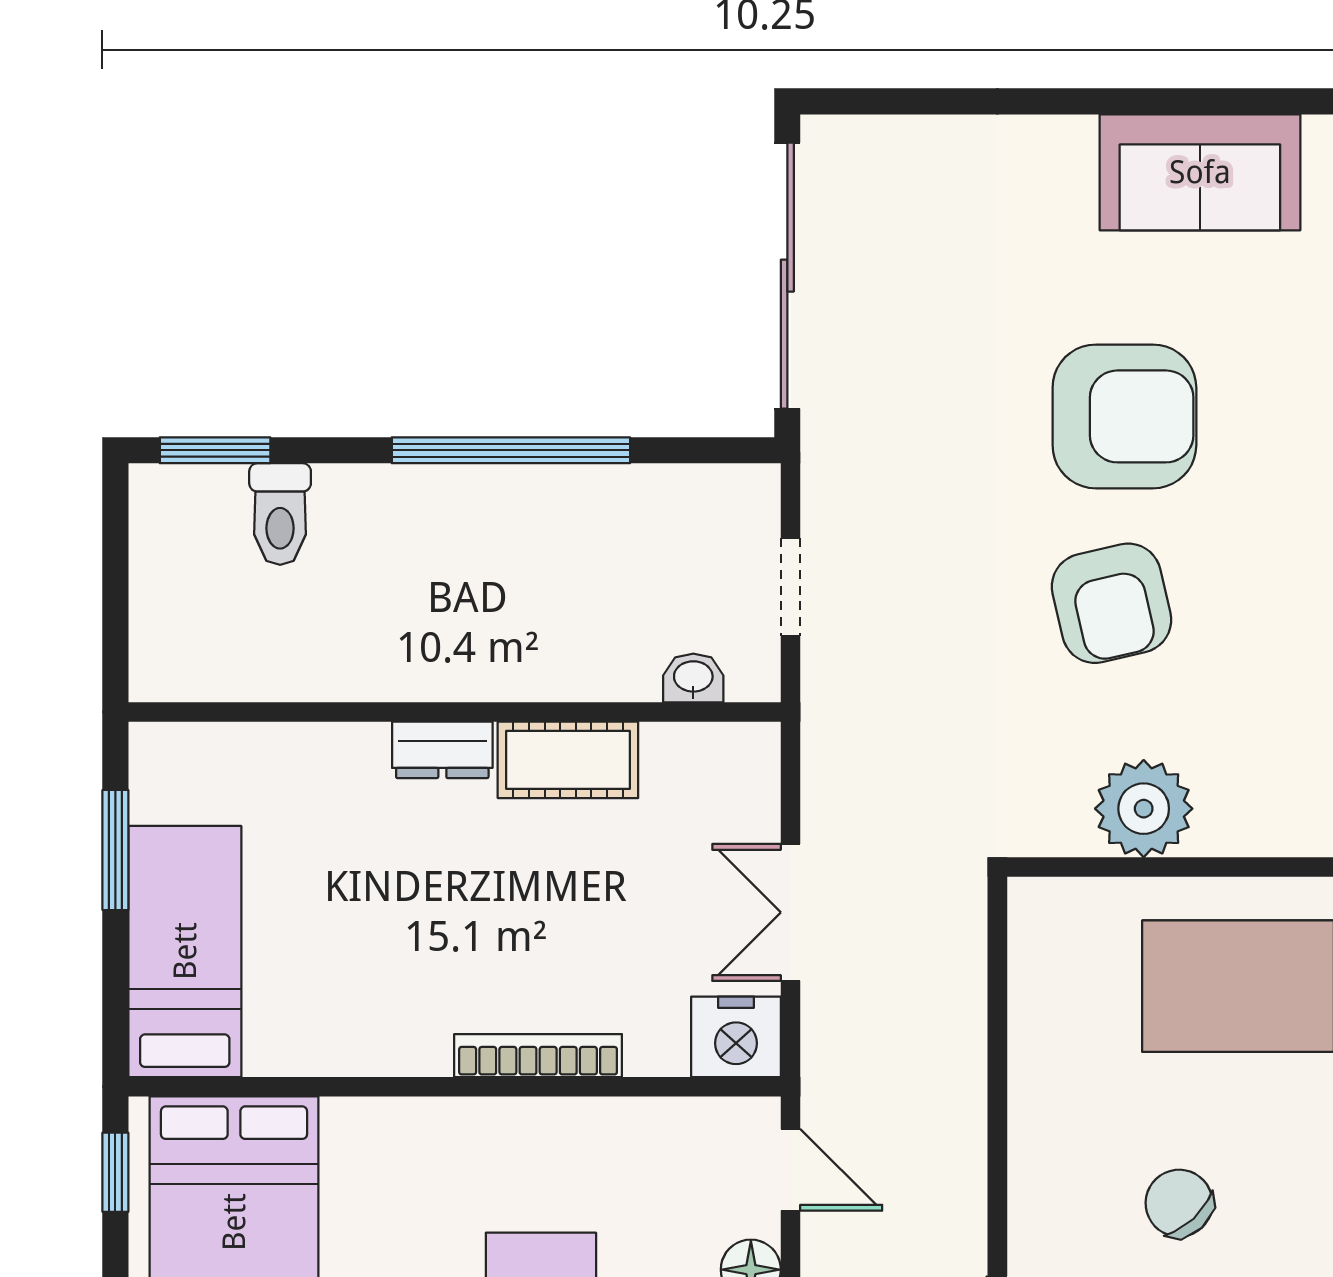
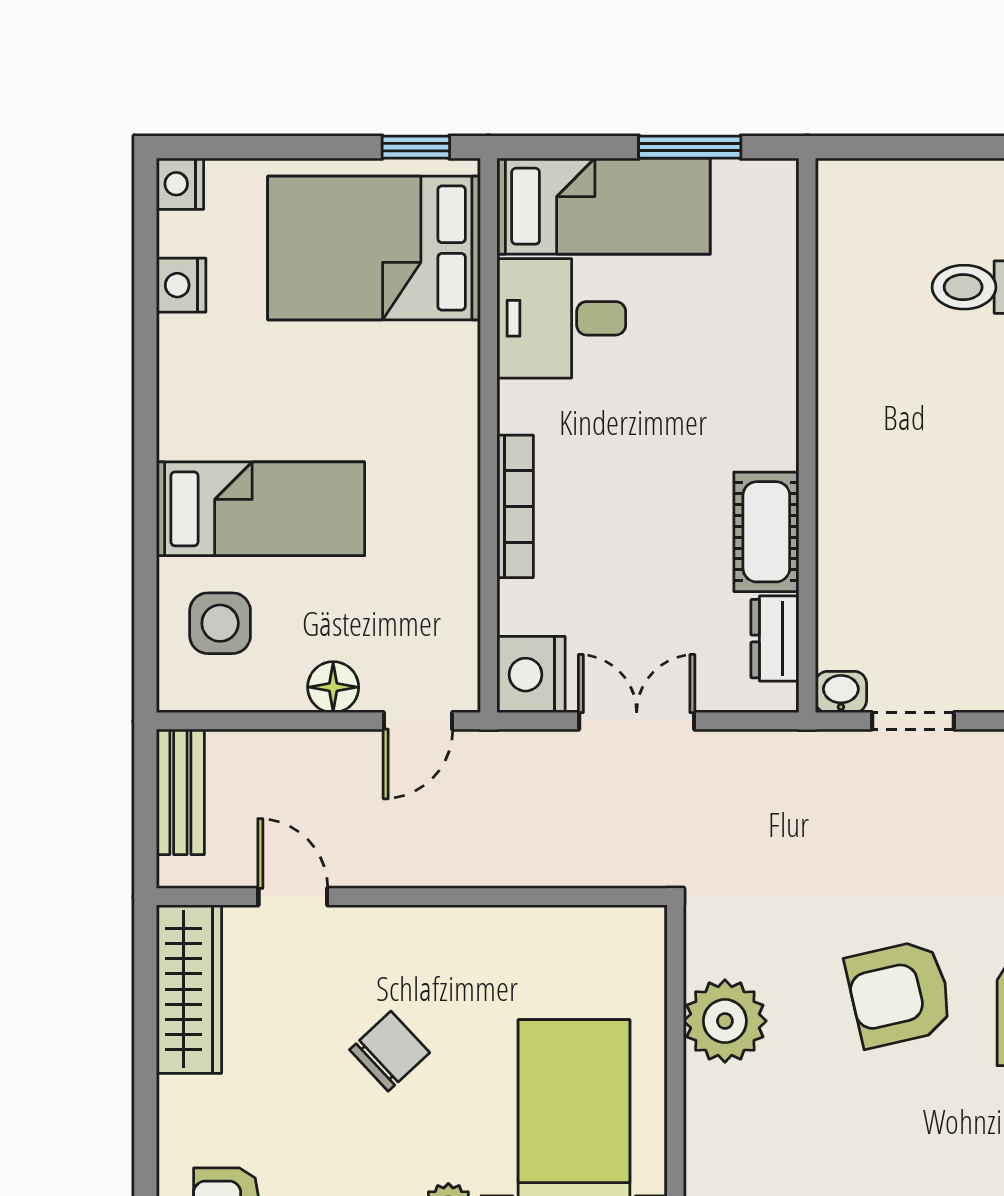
washbasin: (693, 678) -> (841, 692), moved, turned -90
dresser: (442, 750) -> (775, 639), moved
desk: (317, 1001) -> (561, 318), added

